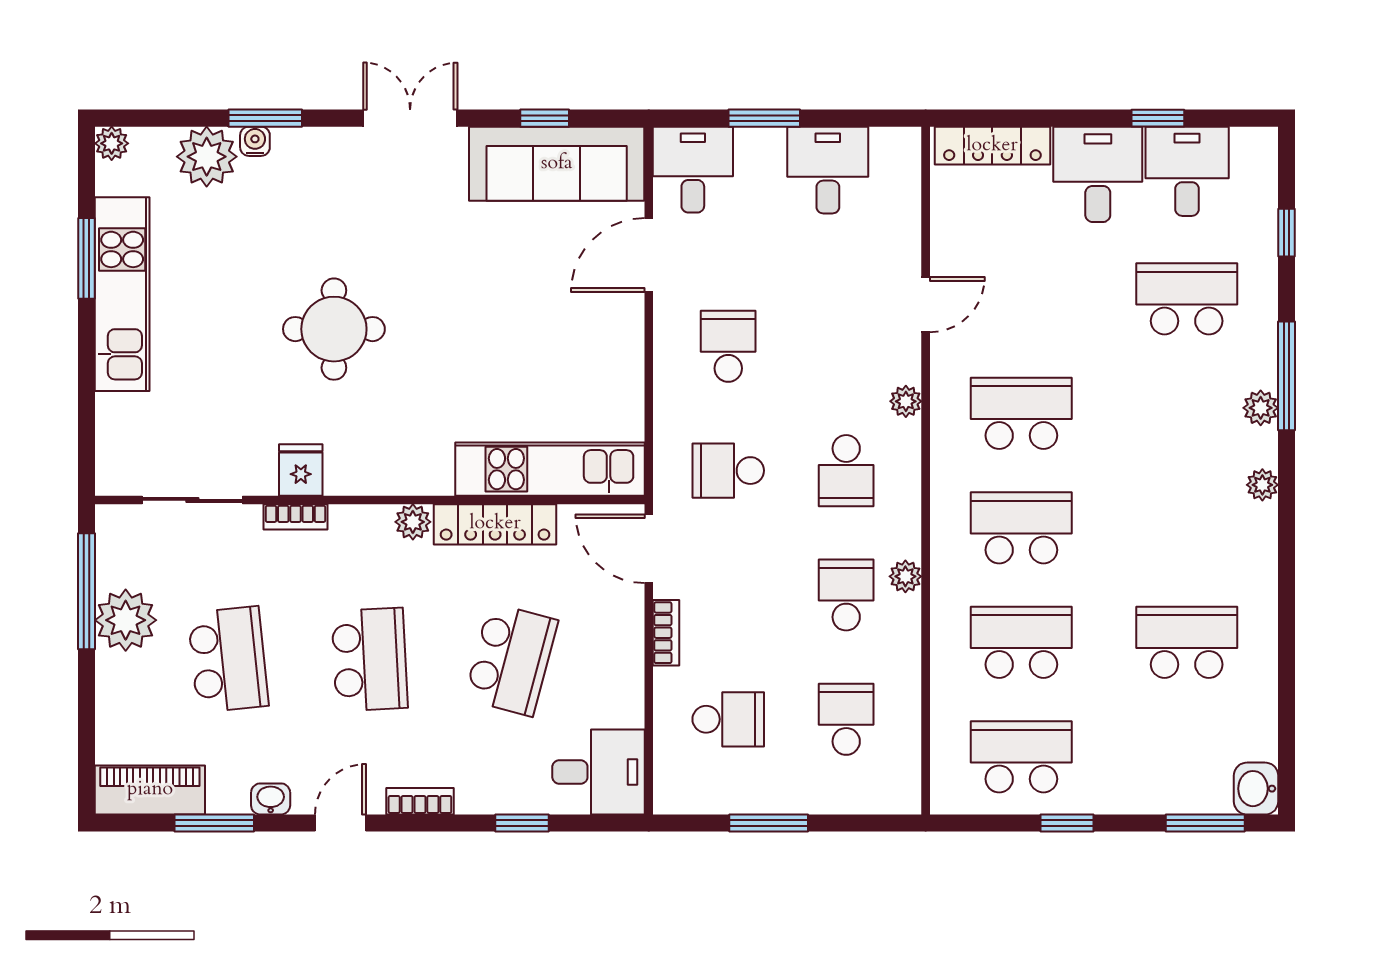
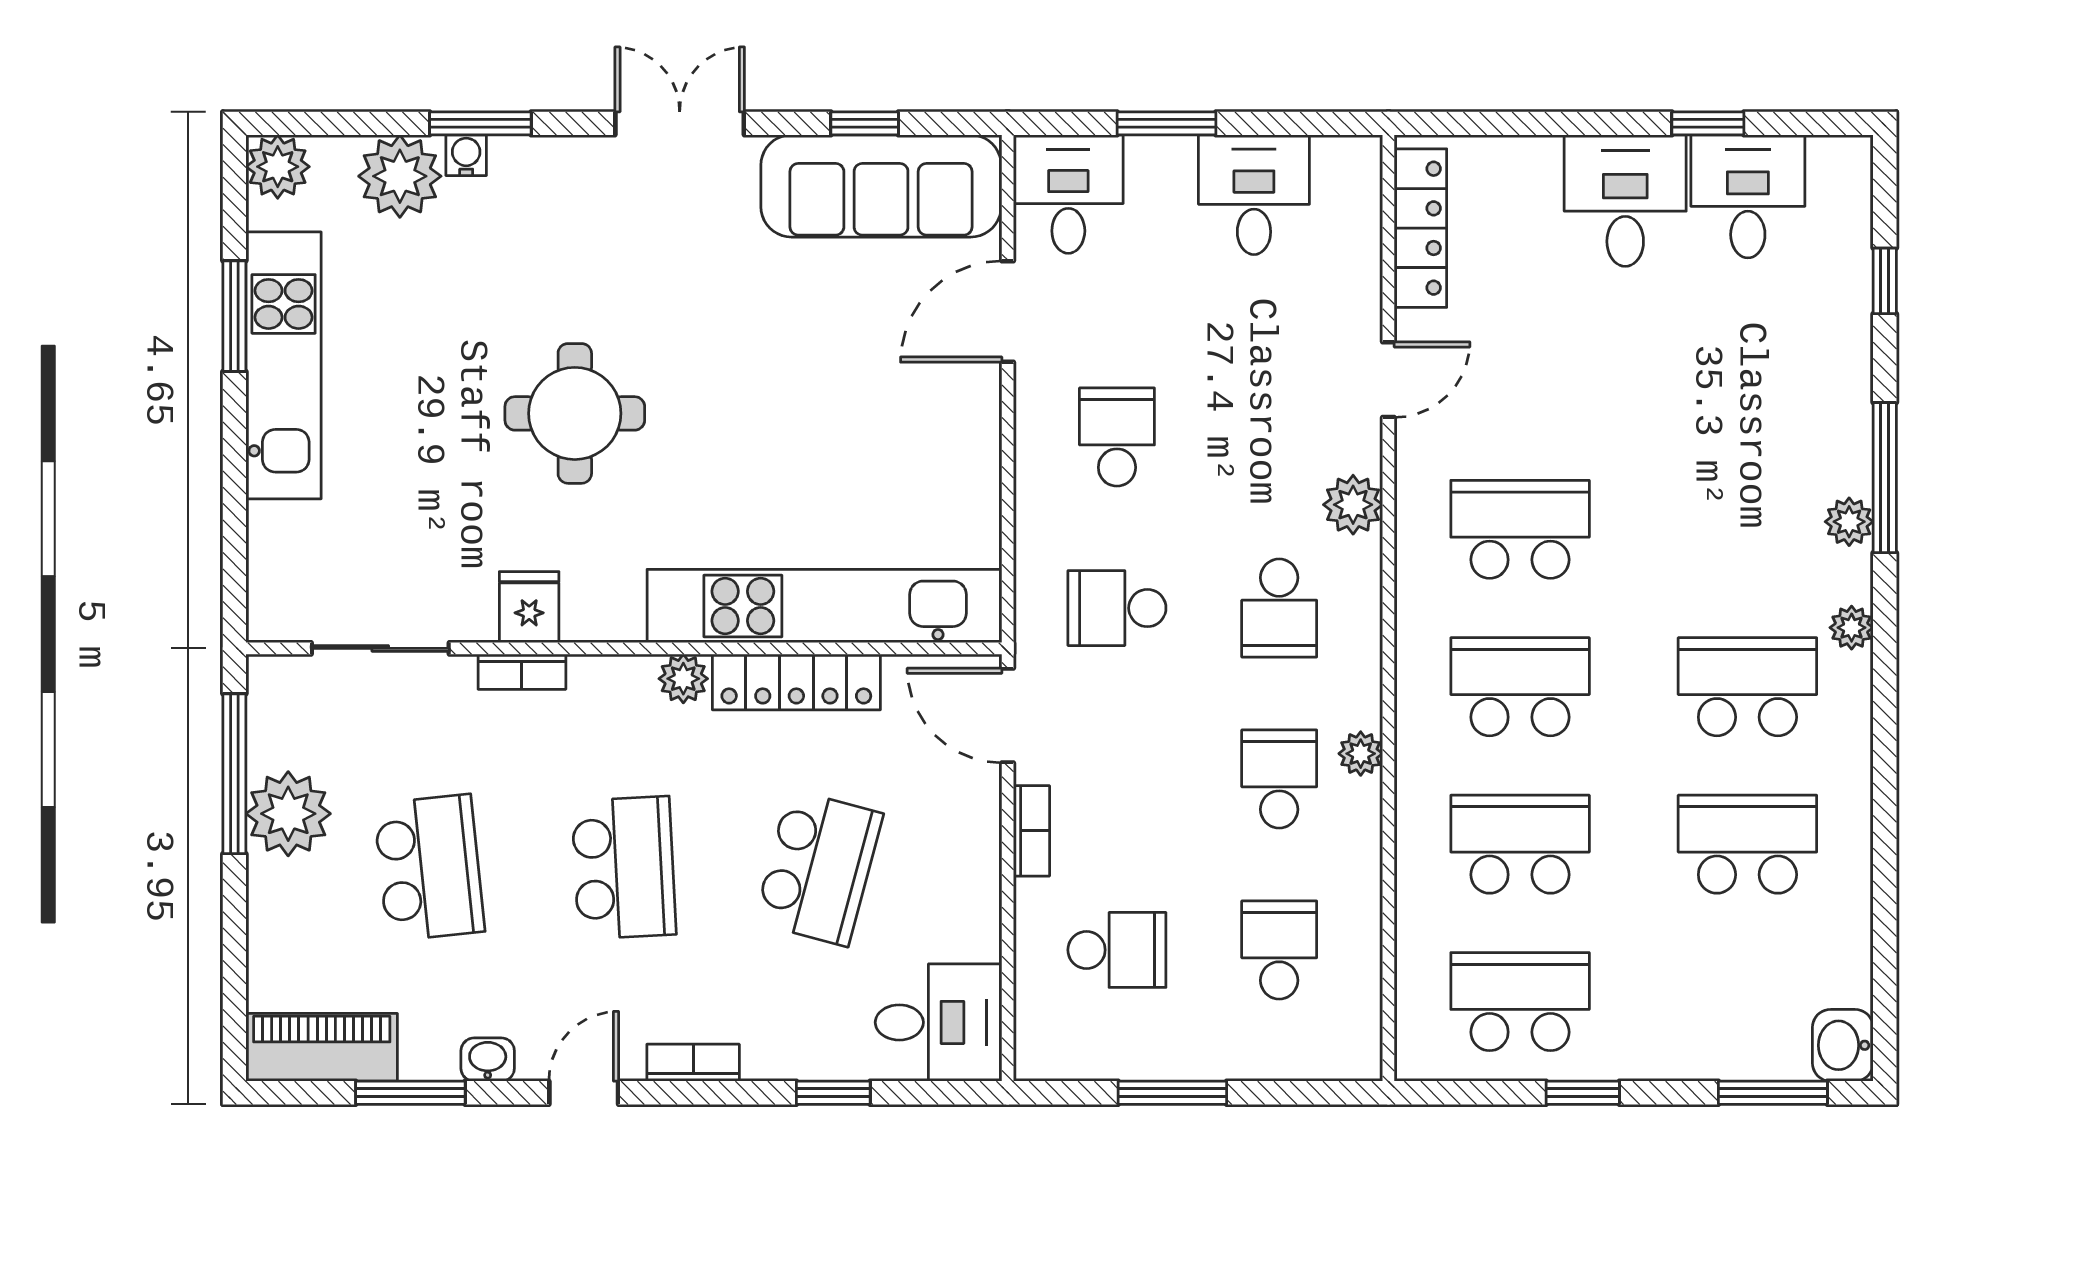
plant: (112, 143) -> (278, 167), width x1.38, depth x1.38
locker: (992, 146) -> (1420, 228), moved, turned -90
school desk: (1187, 299) -> (1747, 687), moved
plant: (906, 401) -> (1353, 505), width x1.38, depth x1.38
kitchen unit: (550, 469) -> (824, 606), width x1.36

